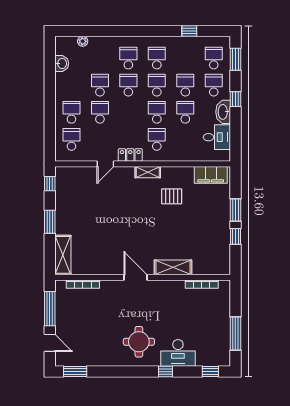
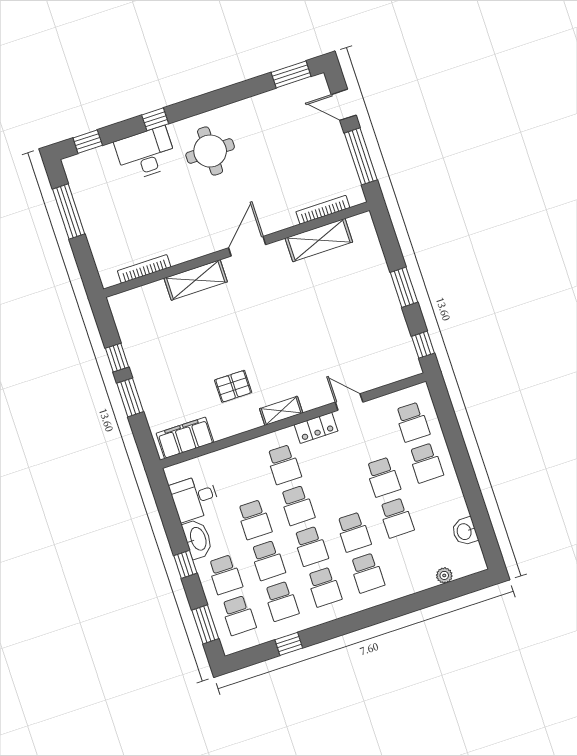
school desk: (185, 58) -> (281, 601), added
door: (105, 164) -> (349, 402), hinge flipped
shelving: (63, 255) -> (319, 240), moved, turned 90
door: (136, 277) -> (247, 246), swing flipped

